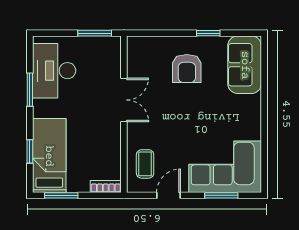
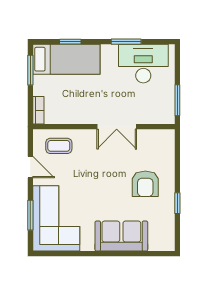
sofa: (245, 65) -> (121, 236), moved
armchair: (187, 68) -> (145, 184), turned -90

